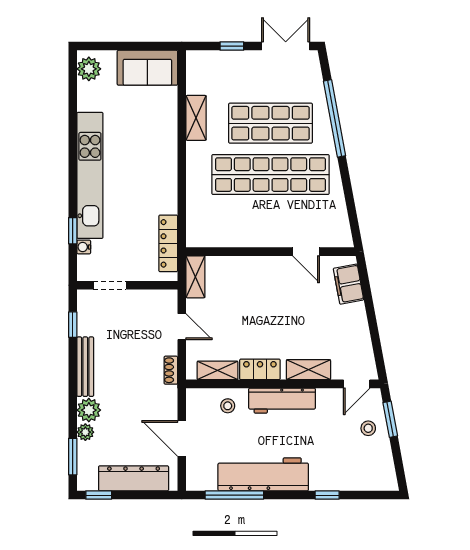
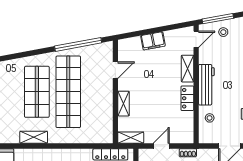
window: (335, 118) -> (78, 44), moved
filing cabinet: (348, 284) -> (153, 41), moved
shelving: (217, 370) -> (124, 104), moved
door: (357, 384) -> (196, 39), hinge flipped
window: (390, 419) -> (218, 19), width x1.44

